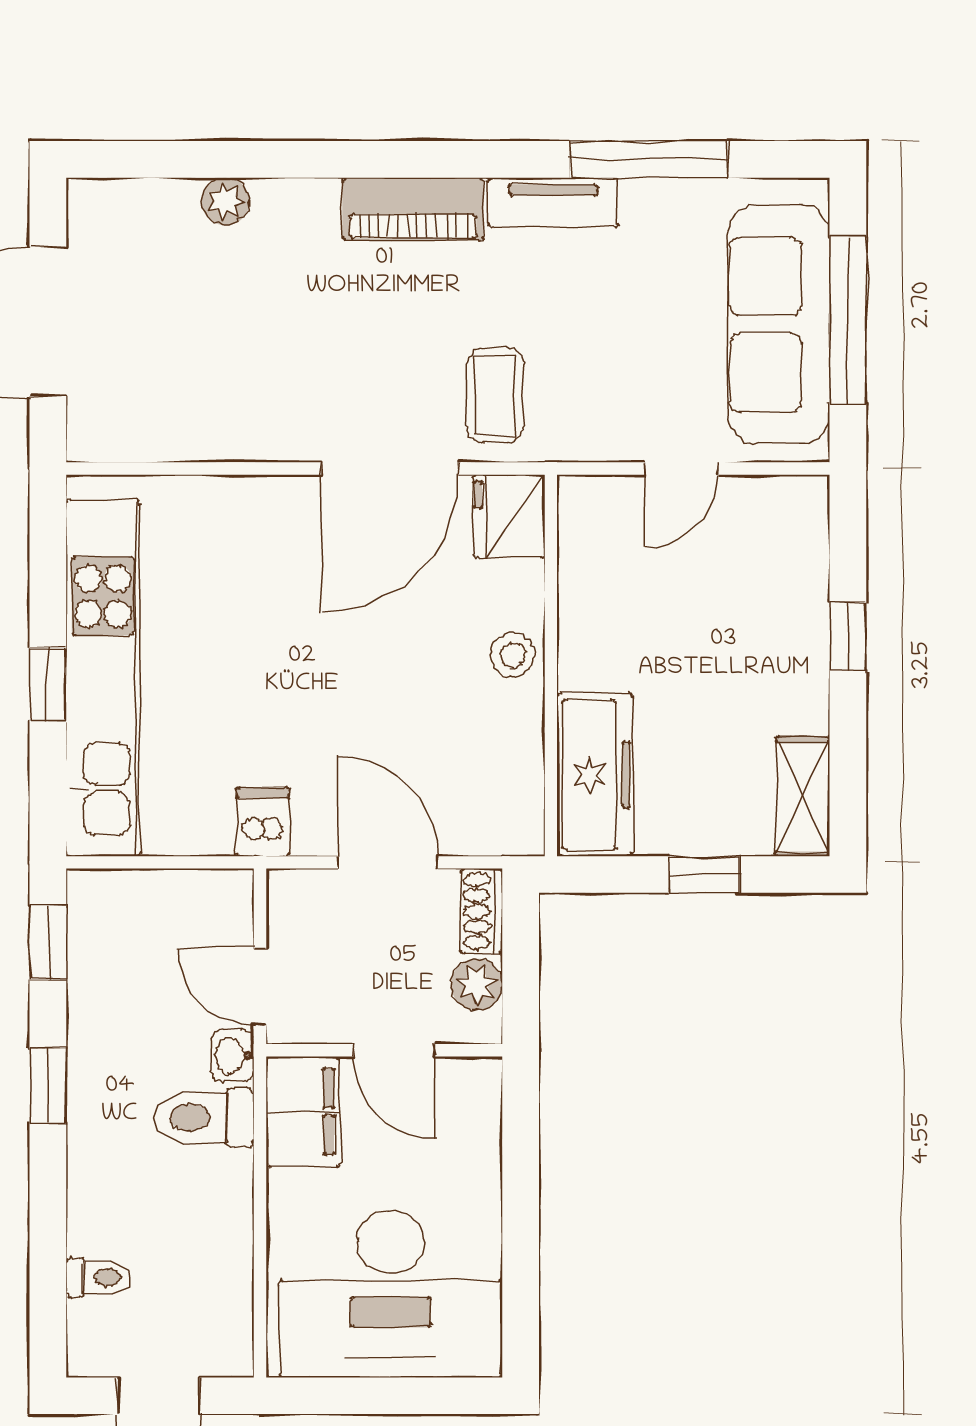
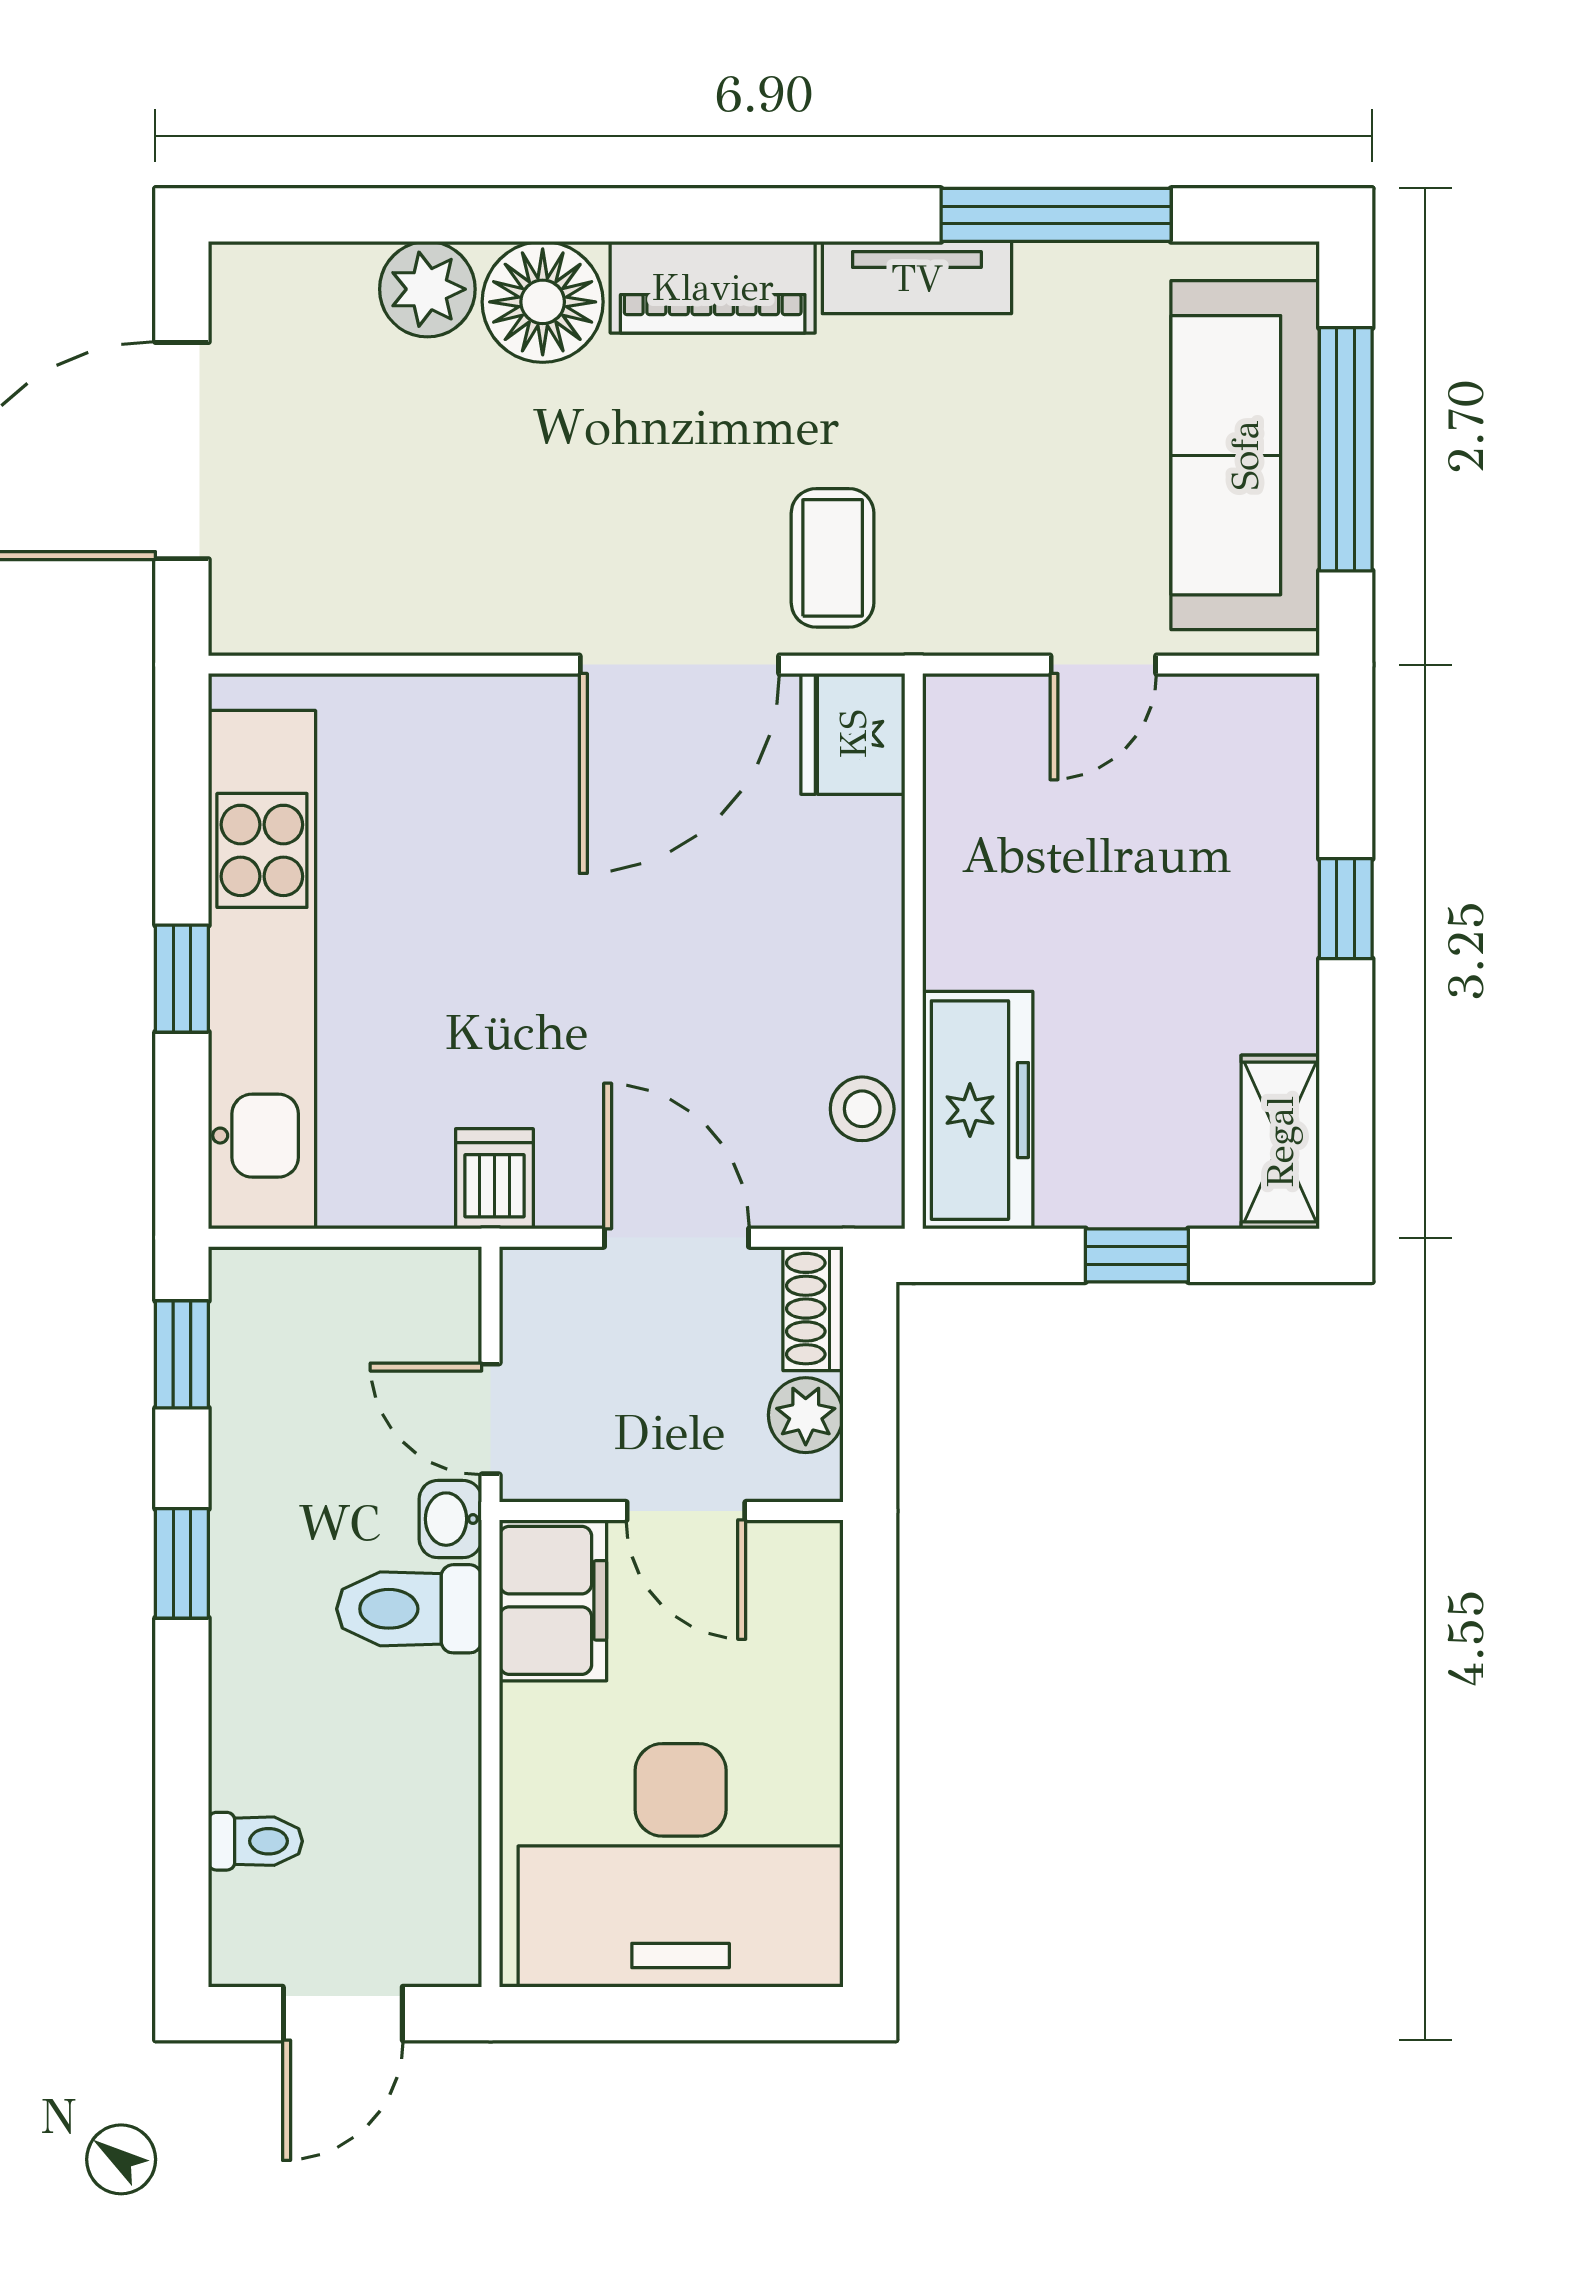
plant: (226, 201) -> (427, 289), width x1.38, depth x1.38
floor lamp: (296, 219) -> (543, 302), added
stool: (513, 655) -> (862, 1109), moved

